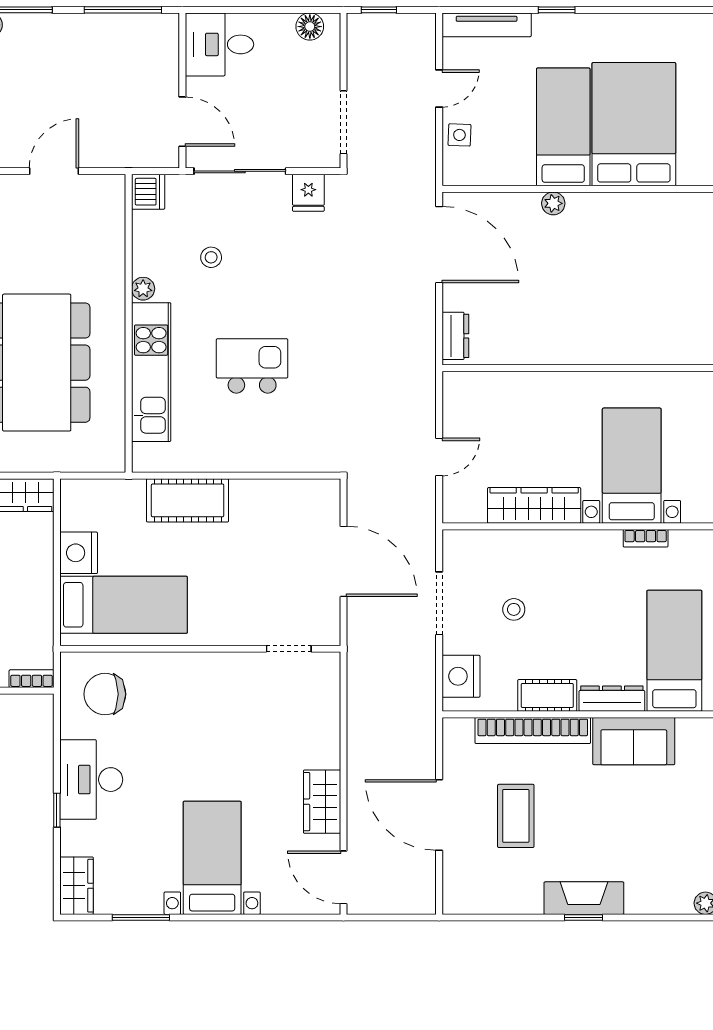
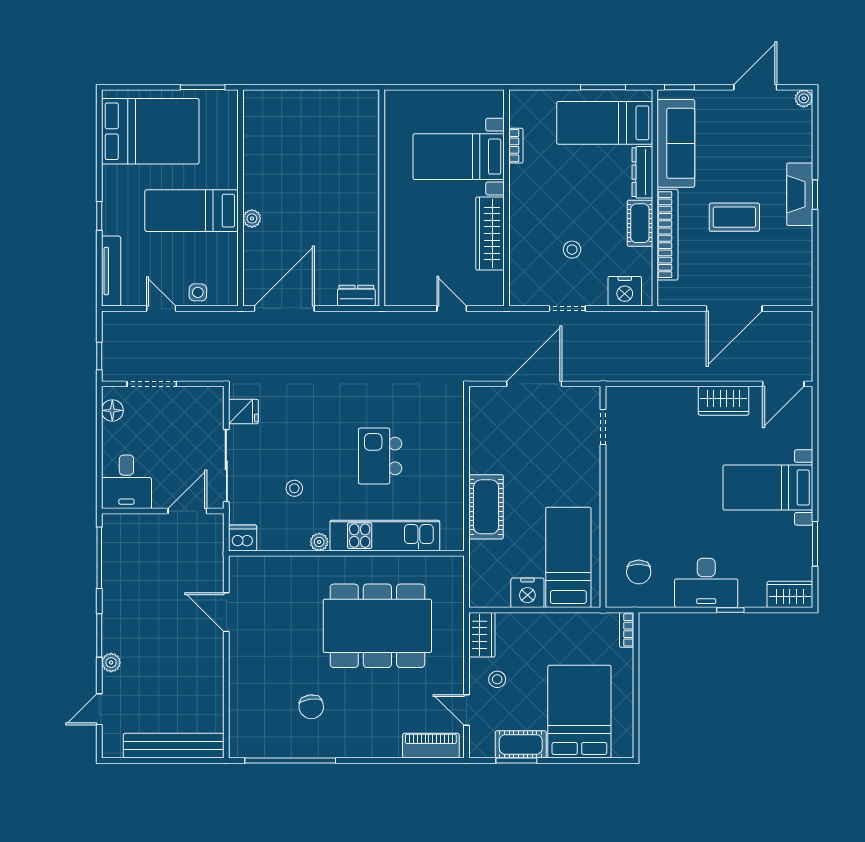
doorway: (344, 122) -> (152, 384), moved
bed: (634, 124) -> (150, 131), moved, turned 180
doorway: (439, 603) -> (567, 309), width x0.73
chair: (105, 694) -> (639, 572), width x0.73, depth x0.73
sofa: (634, 741) -> (676, 143), width x1.36
coffee table: (516, 816) -> (734, 217), moved

